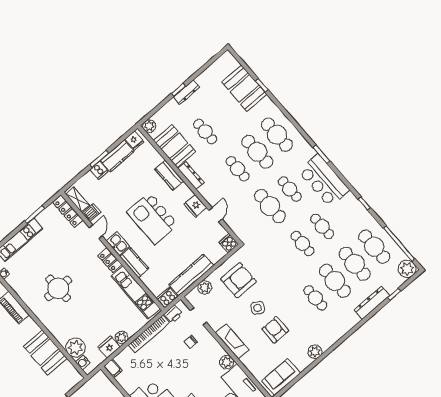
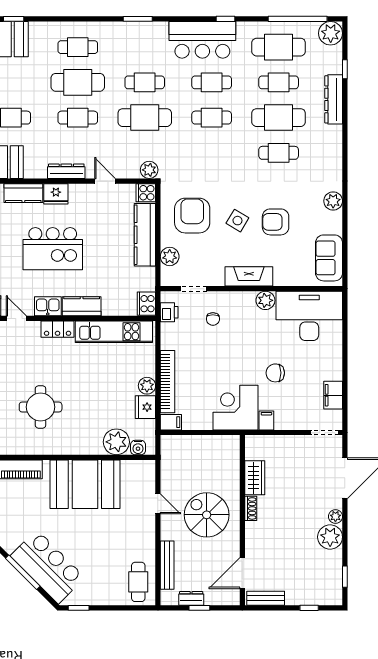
cafe table: (277, 135) -> (78, 47), width x0.73, depth x0.74
dresser: (191, 176) -> (66, 171), moved
bar counter: (324, 181) -> (202, 40), moved
fridge: (195, 206) -> (56, 194), moved
plant: (243, 234) -> (149, 170), added
cafe table: (355, 264) -> (279, 82), width x0.73, depth x0.74
kitchen counter: (191, 275) -> (145, 235), moved
bookcase: (149, 334) -> (168, 382), moved
booth: (45, 352) -> (85, 484), width x1.36, depth x1.42

